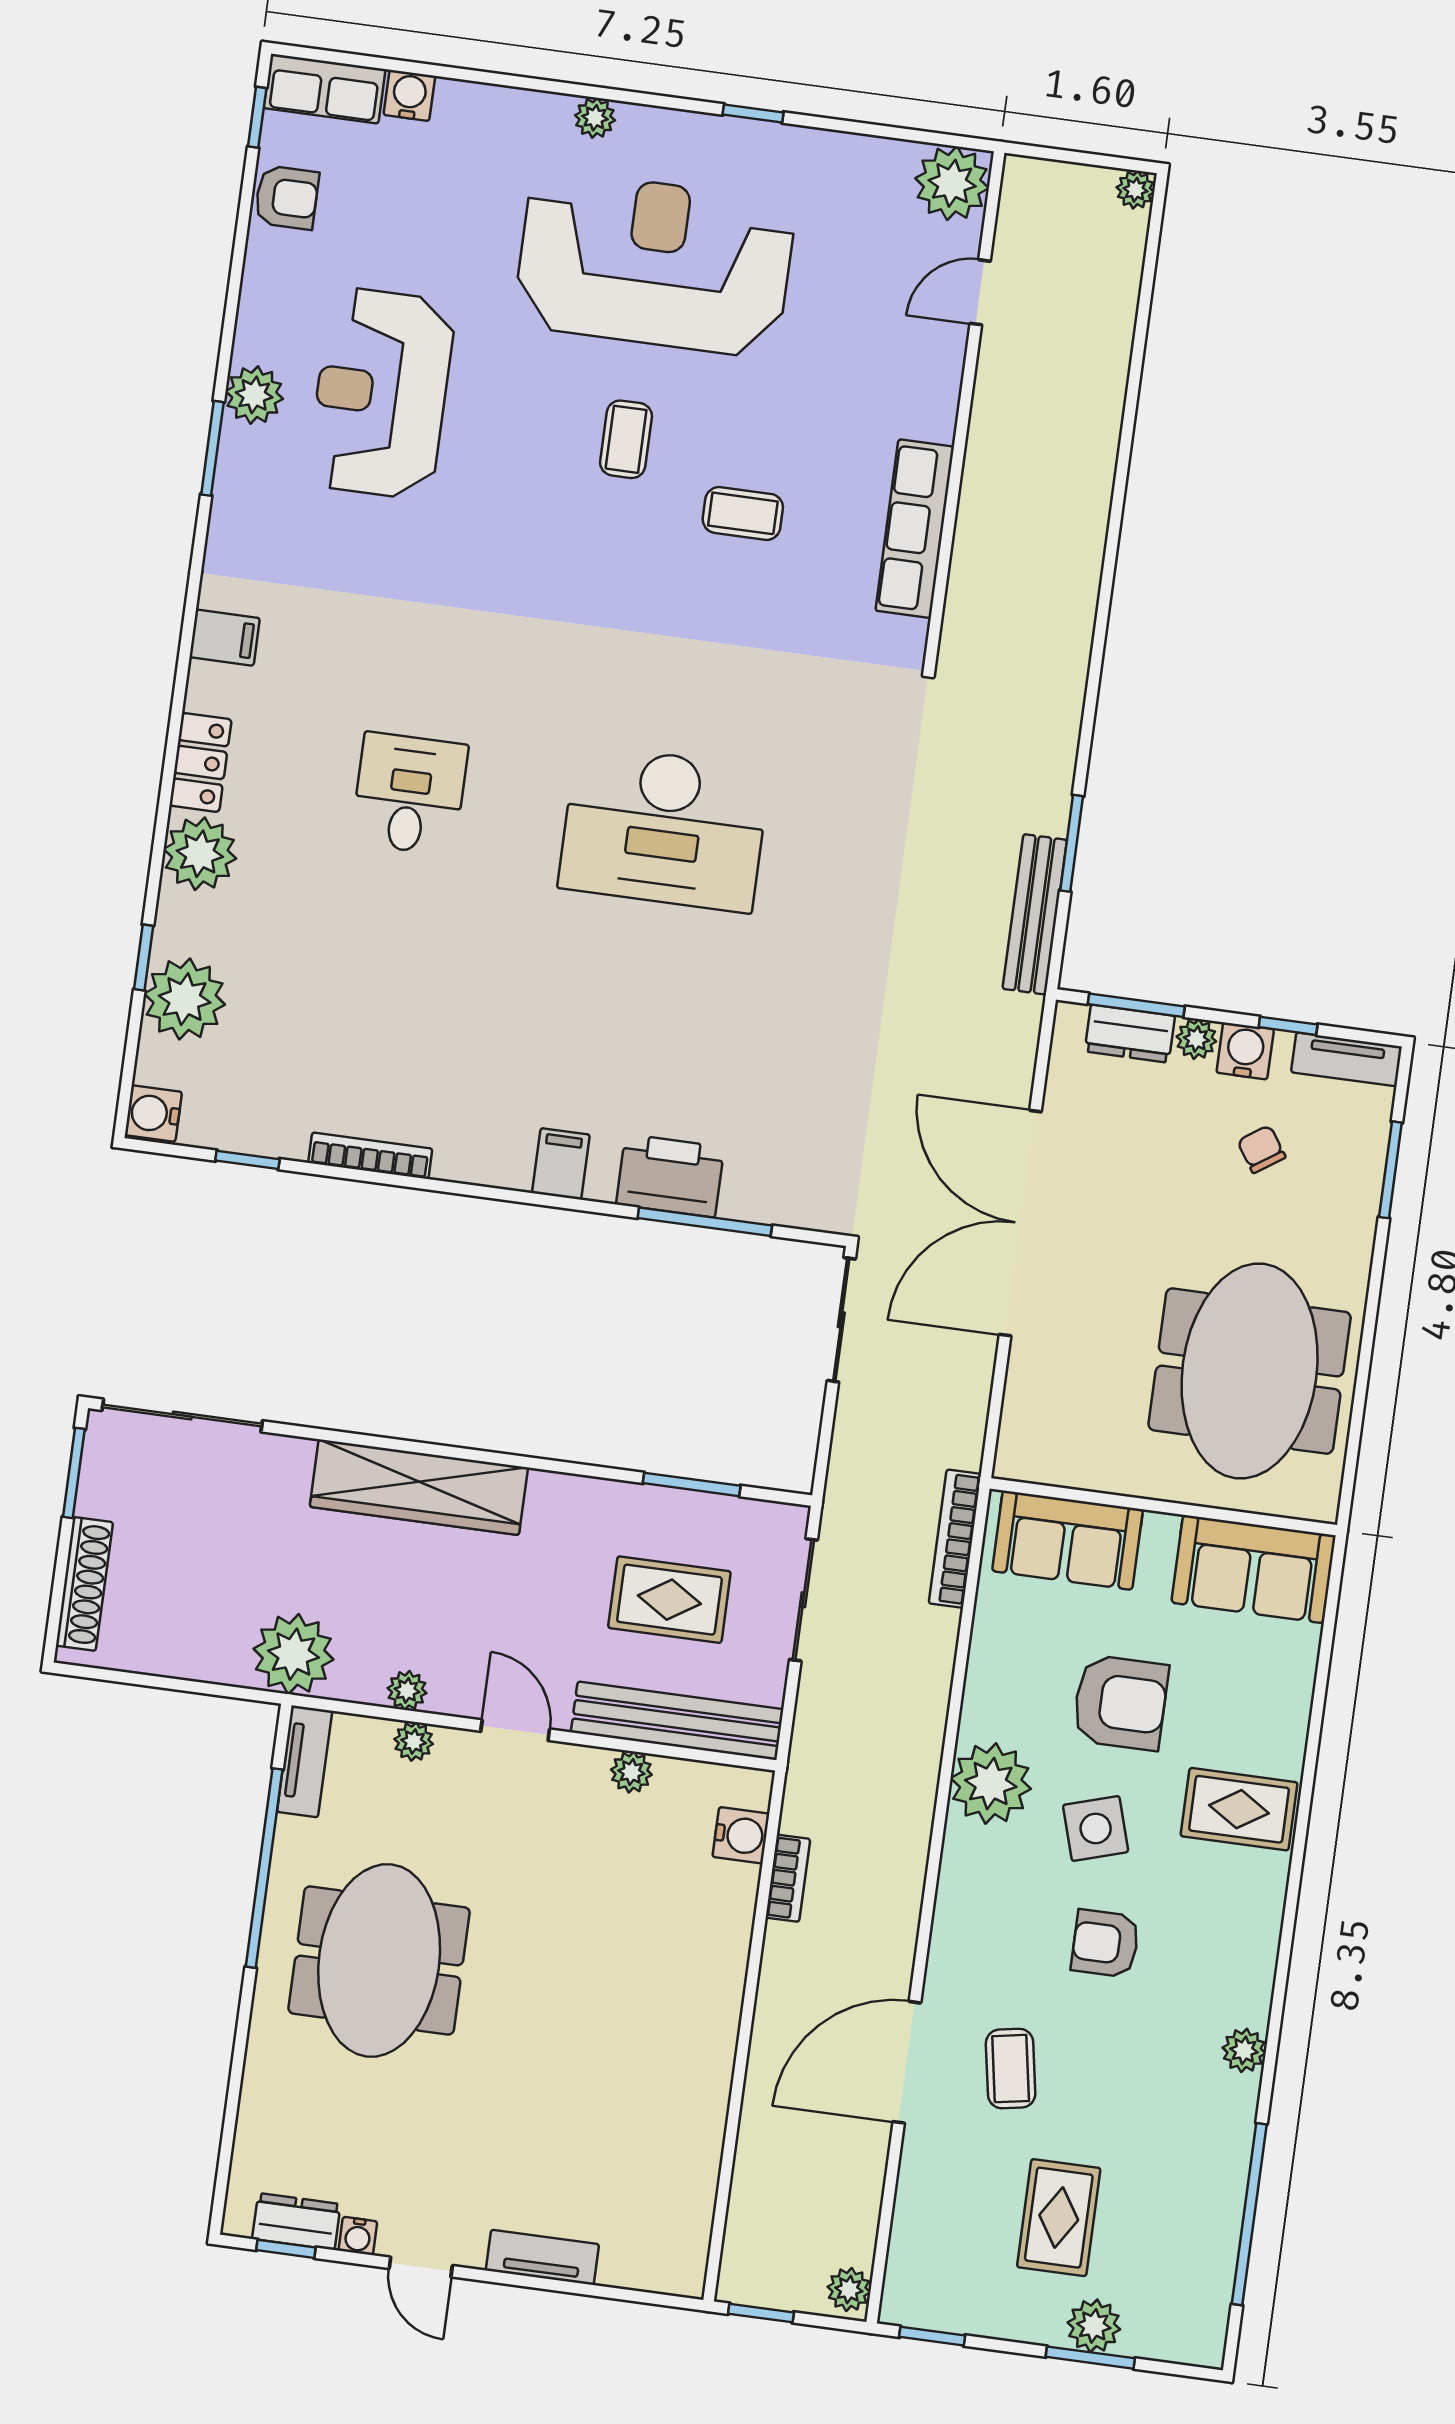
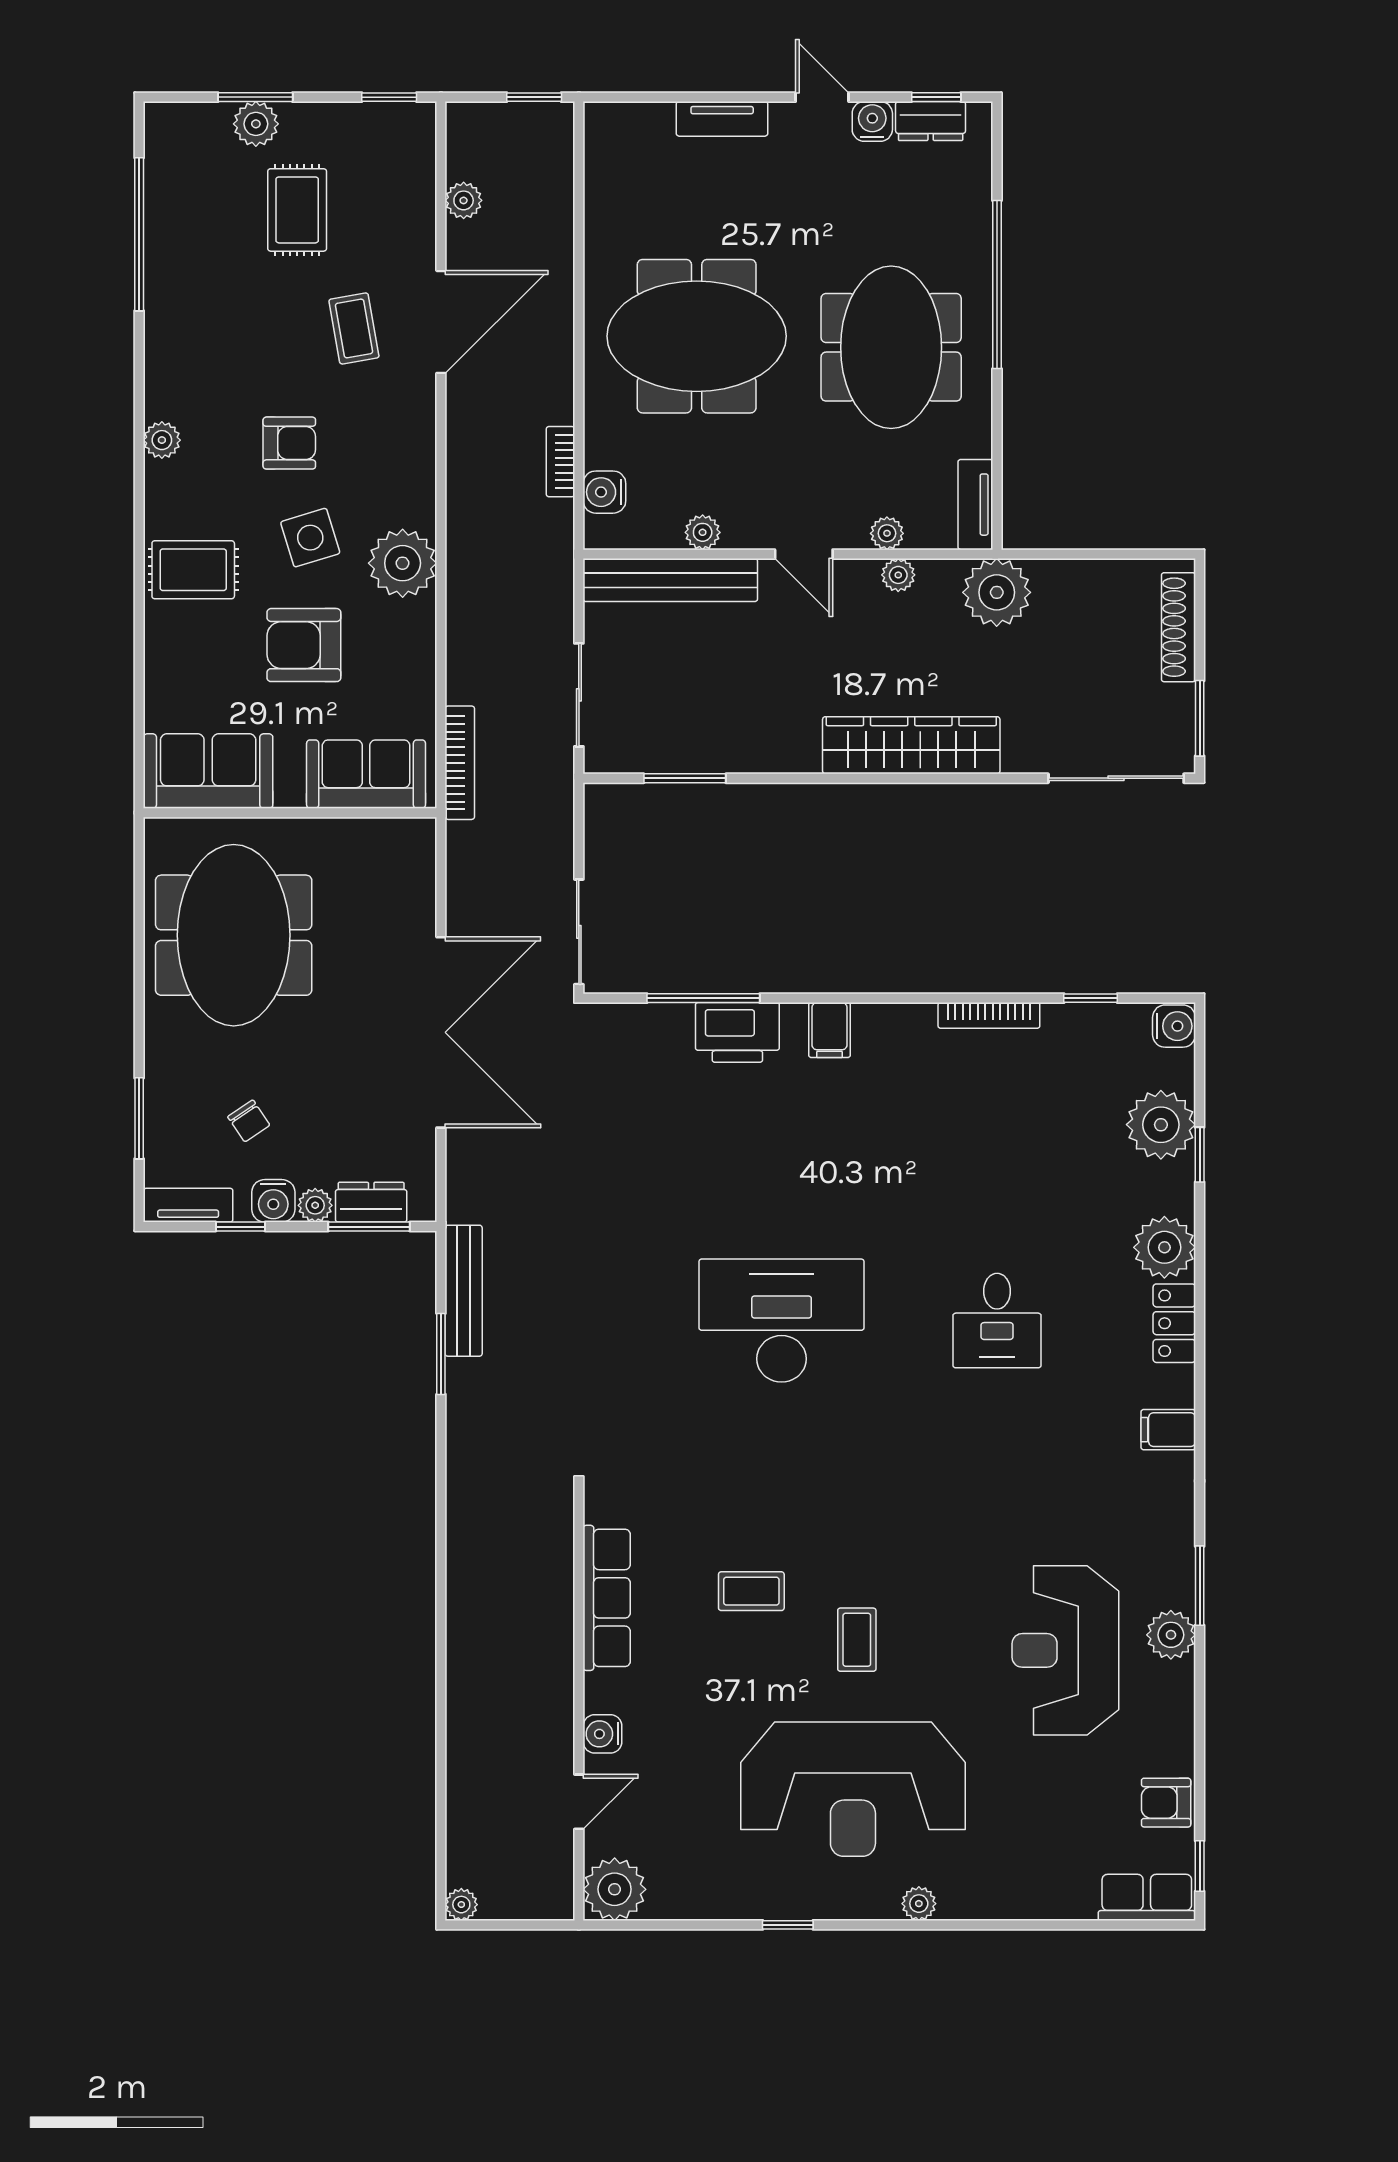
water cooler: (409, 95) -> (602, 1734), moved, turned 90
reception desk: (381, 393) -> (1065, 1650), turned 180
rug: (669, 1600) -> (690, 680), removed
window: (264, 1868) -> (997, 285), moved
meeting table: (607, 2005) -> (697, 336), added
plant: (1244, 2050) -> (162, 440), moved
water cooler: (358, 2236) -> (872, 121), width x1.38, depth x1.38
plant: (849, 2289) -> (464, 200), moved

